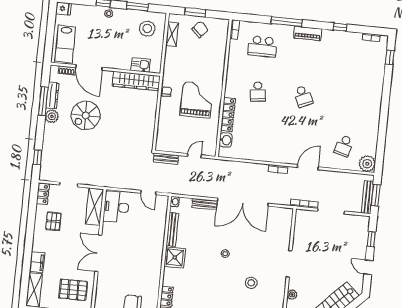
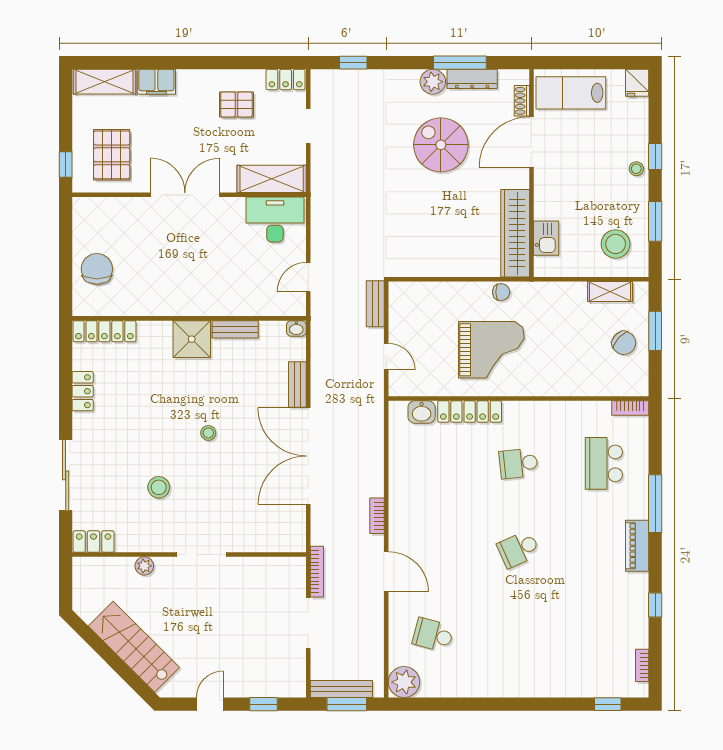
bench: (172, 230) -> (235, 329), width x0.73

